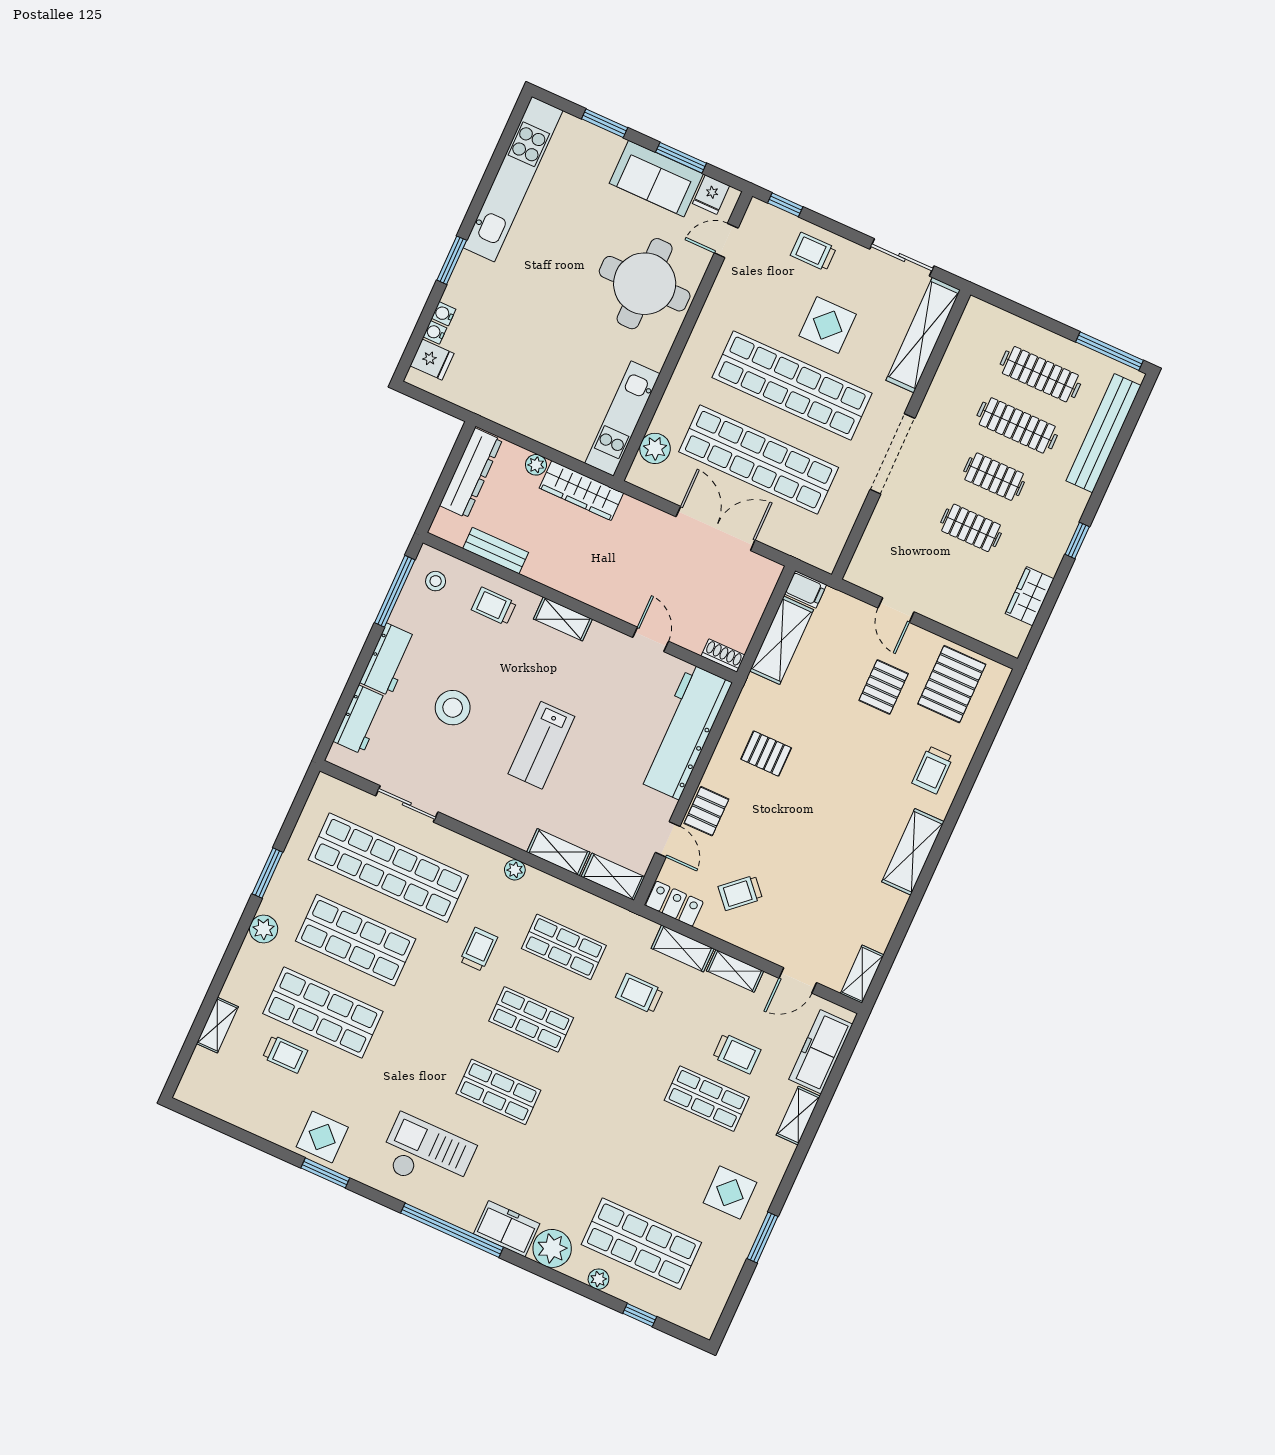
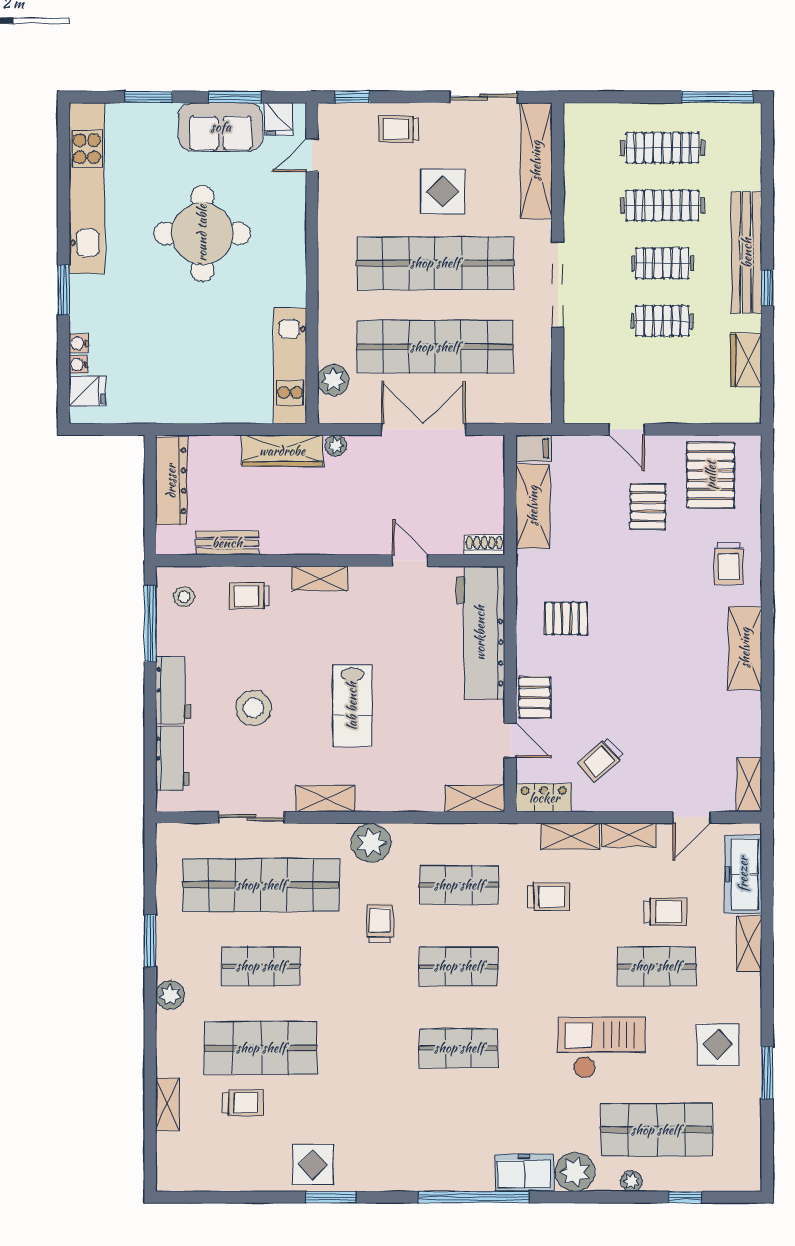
round table: (645, 284) -> (202, 233), moved
bench: (1104, 433) -> (747, 253), moved
plant: (536, 465) -> (336, 446), moved
shelving: (558, 852) -> (325, 799), moved
plant: (515, 870) -> (371, 843), width x1.88, depth x1.88
shop shelf: (356, 940) -> (261, 966), width x0.70, depth x0.74
trolley: (639, 993) -> (549, 897), turned 180
checkout: (427, 1155) -> (602, 1048), moved

